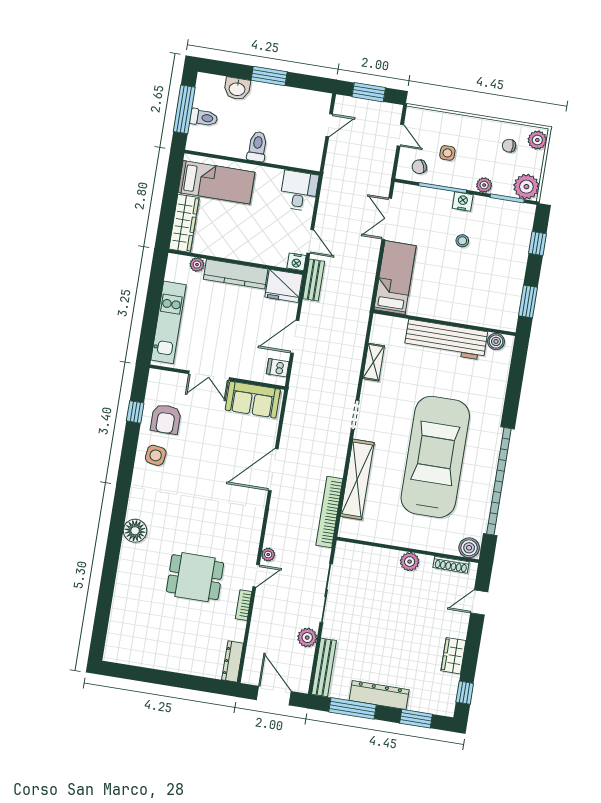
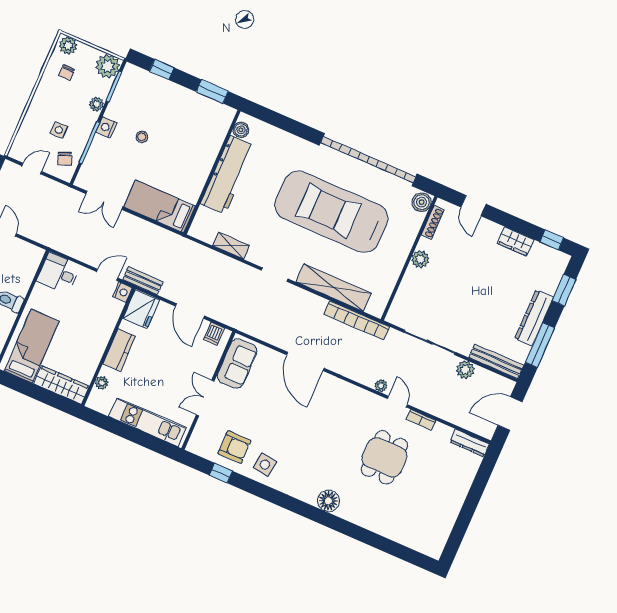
kitchen counter: (236, 274) -> (119, 350), width x0.67
double door: (209, 376) -> (205, 398), swing flipped

